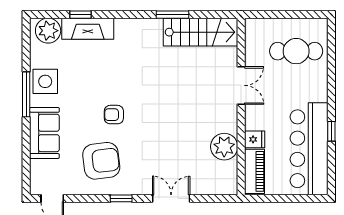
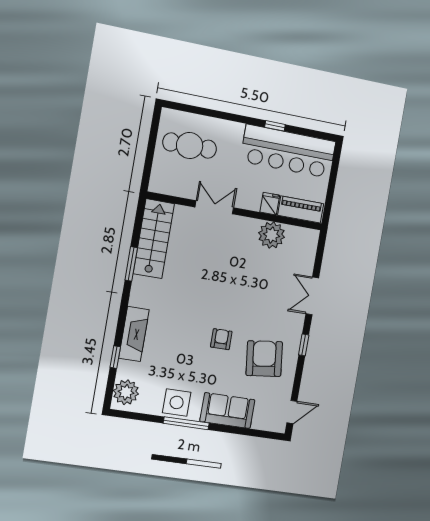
fireplace: (88, 29) -> (134, 334), moved
cafe table: (296, 51) -> (190, 146), turned 90
armchair: (114, 115) -> (221, 339), turned 180

